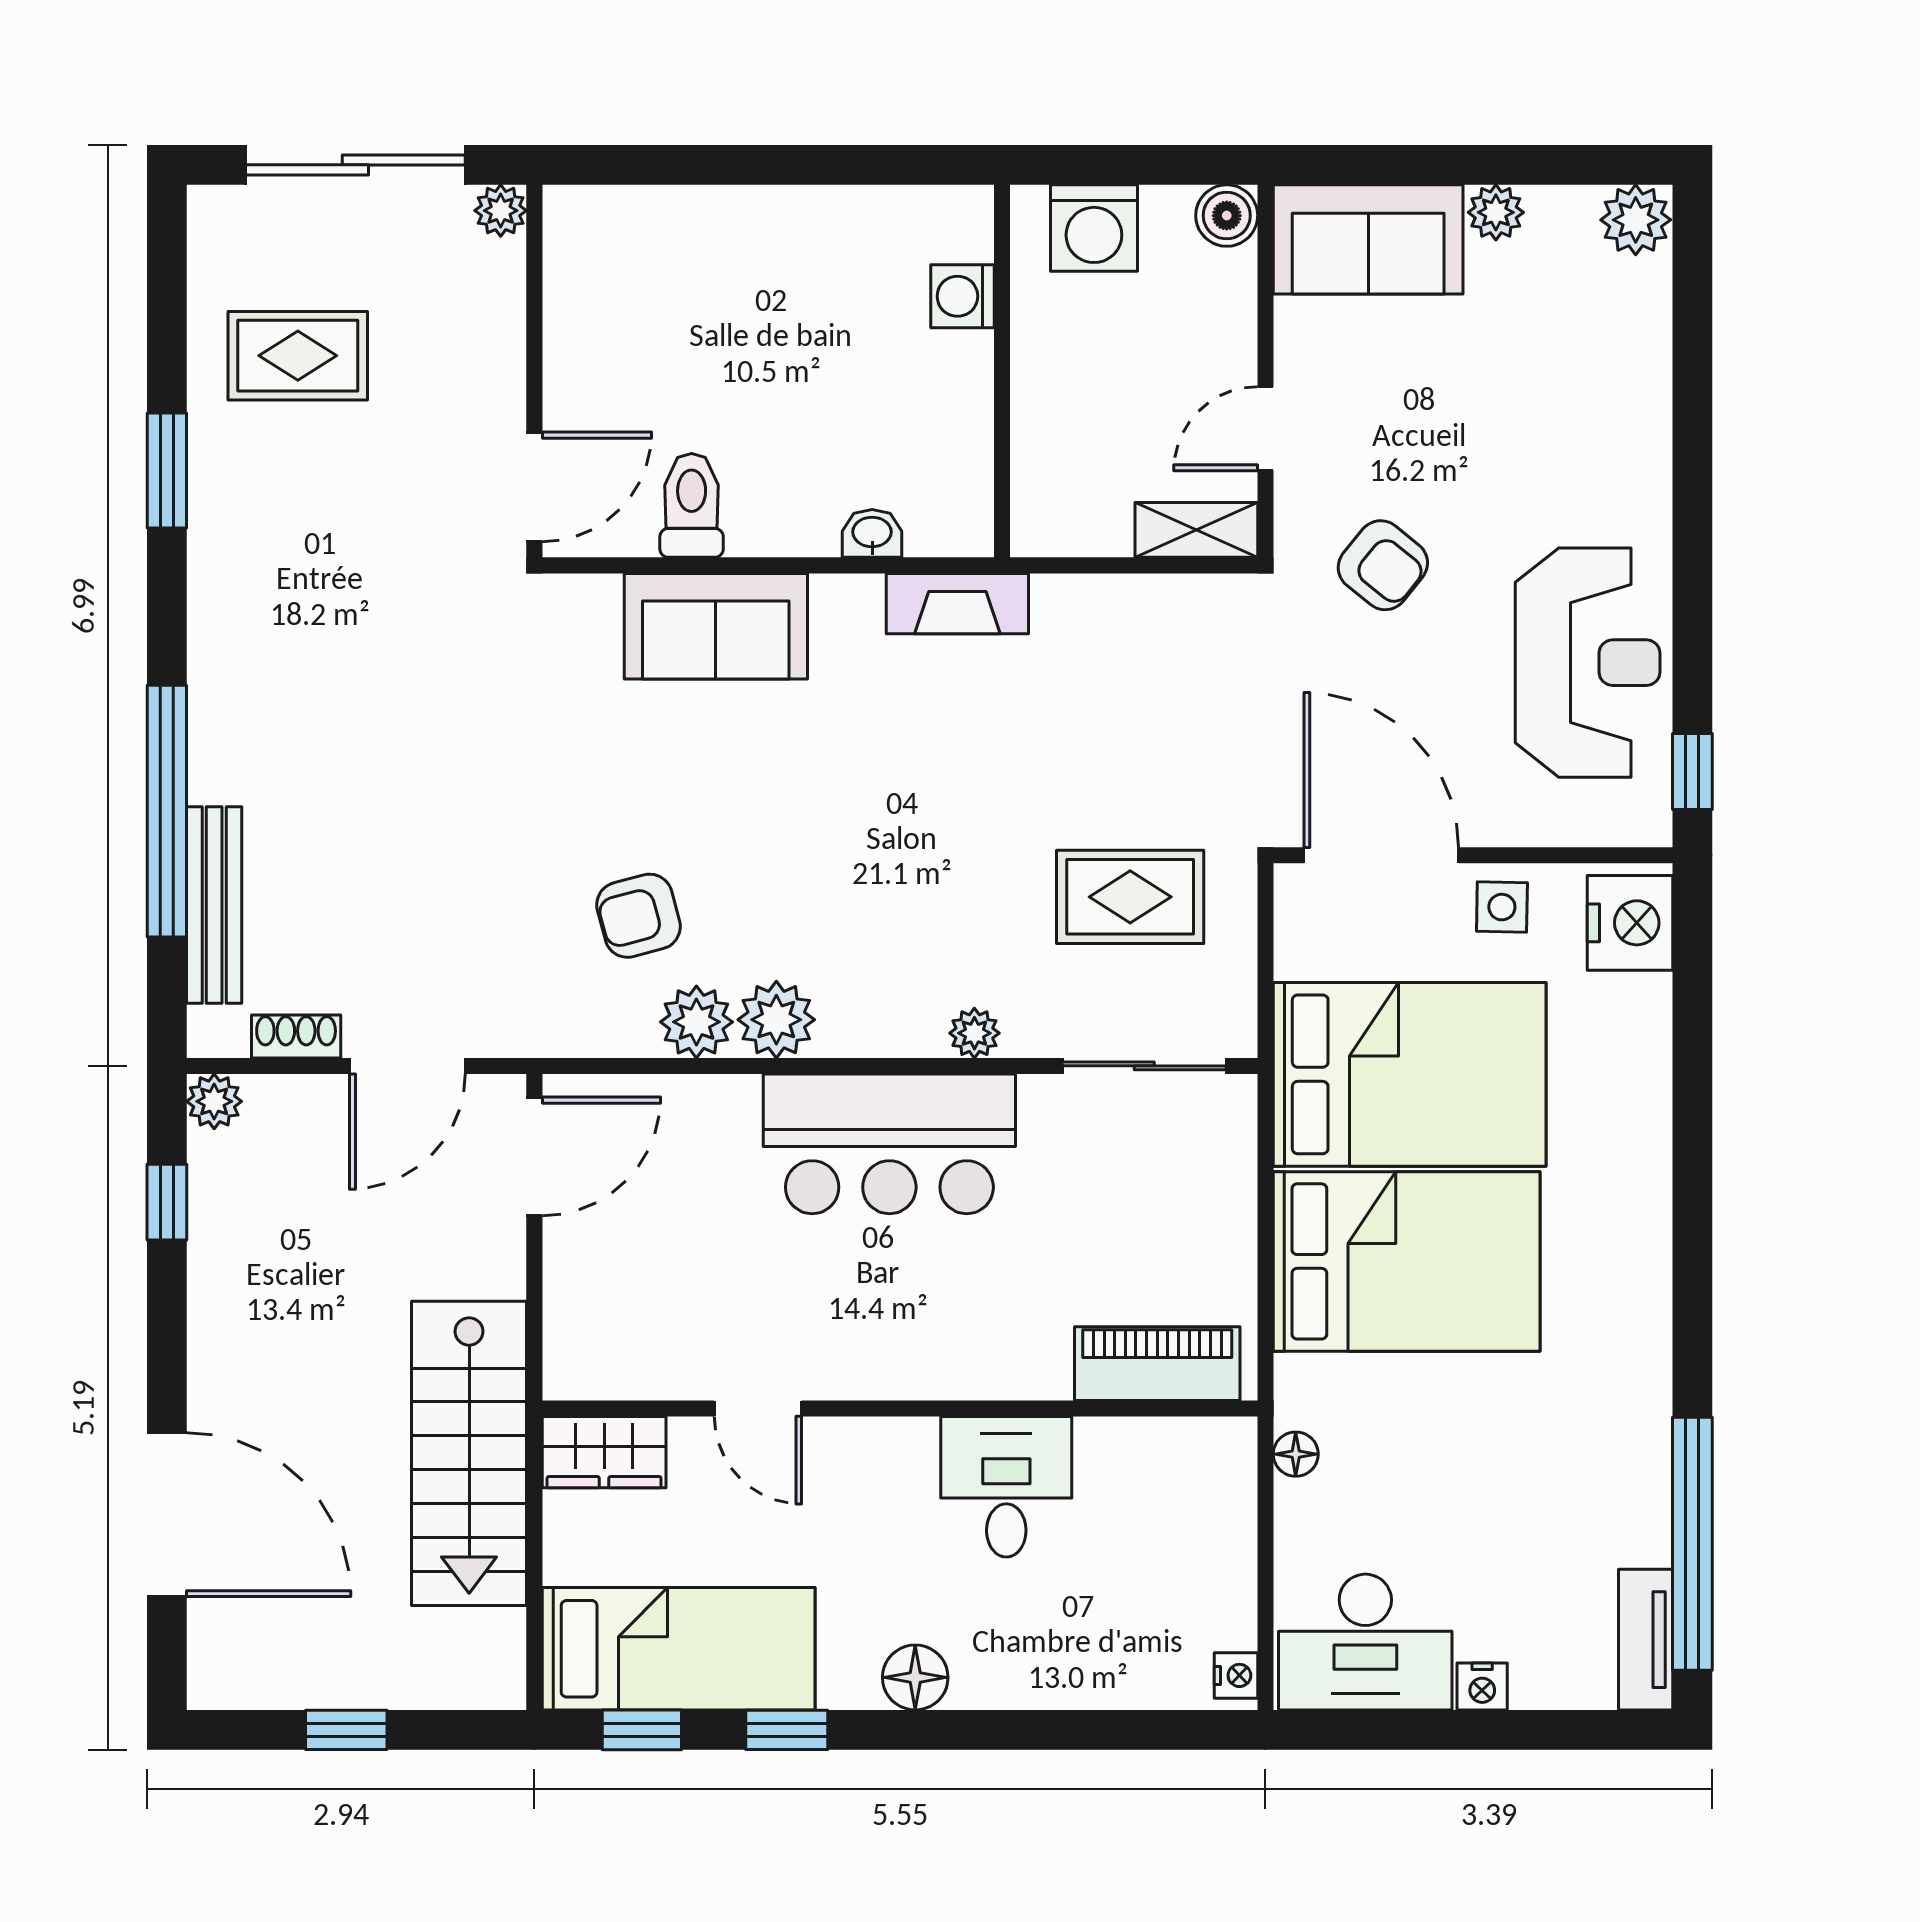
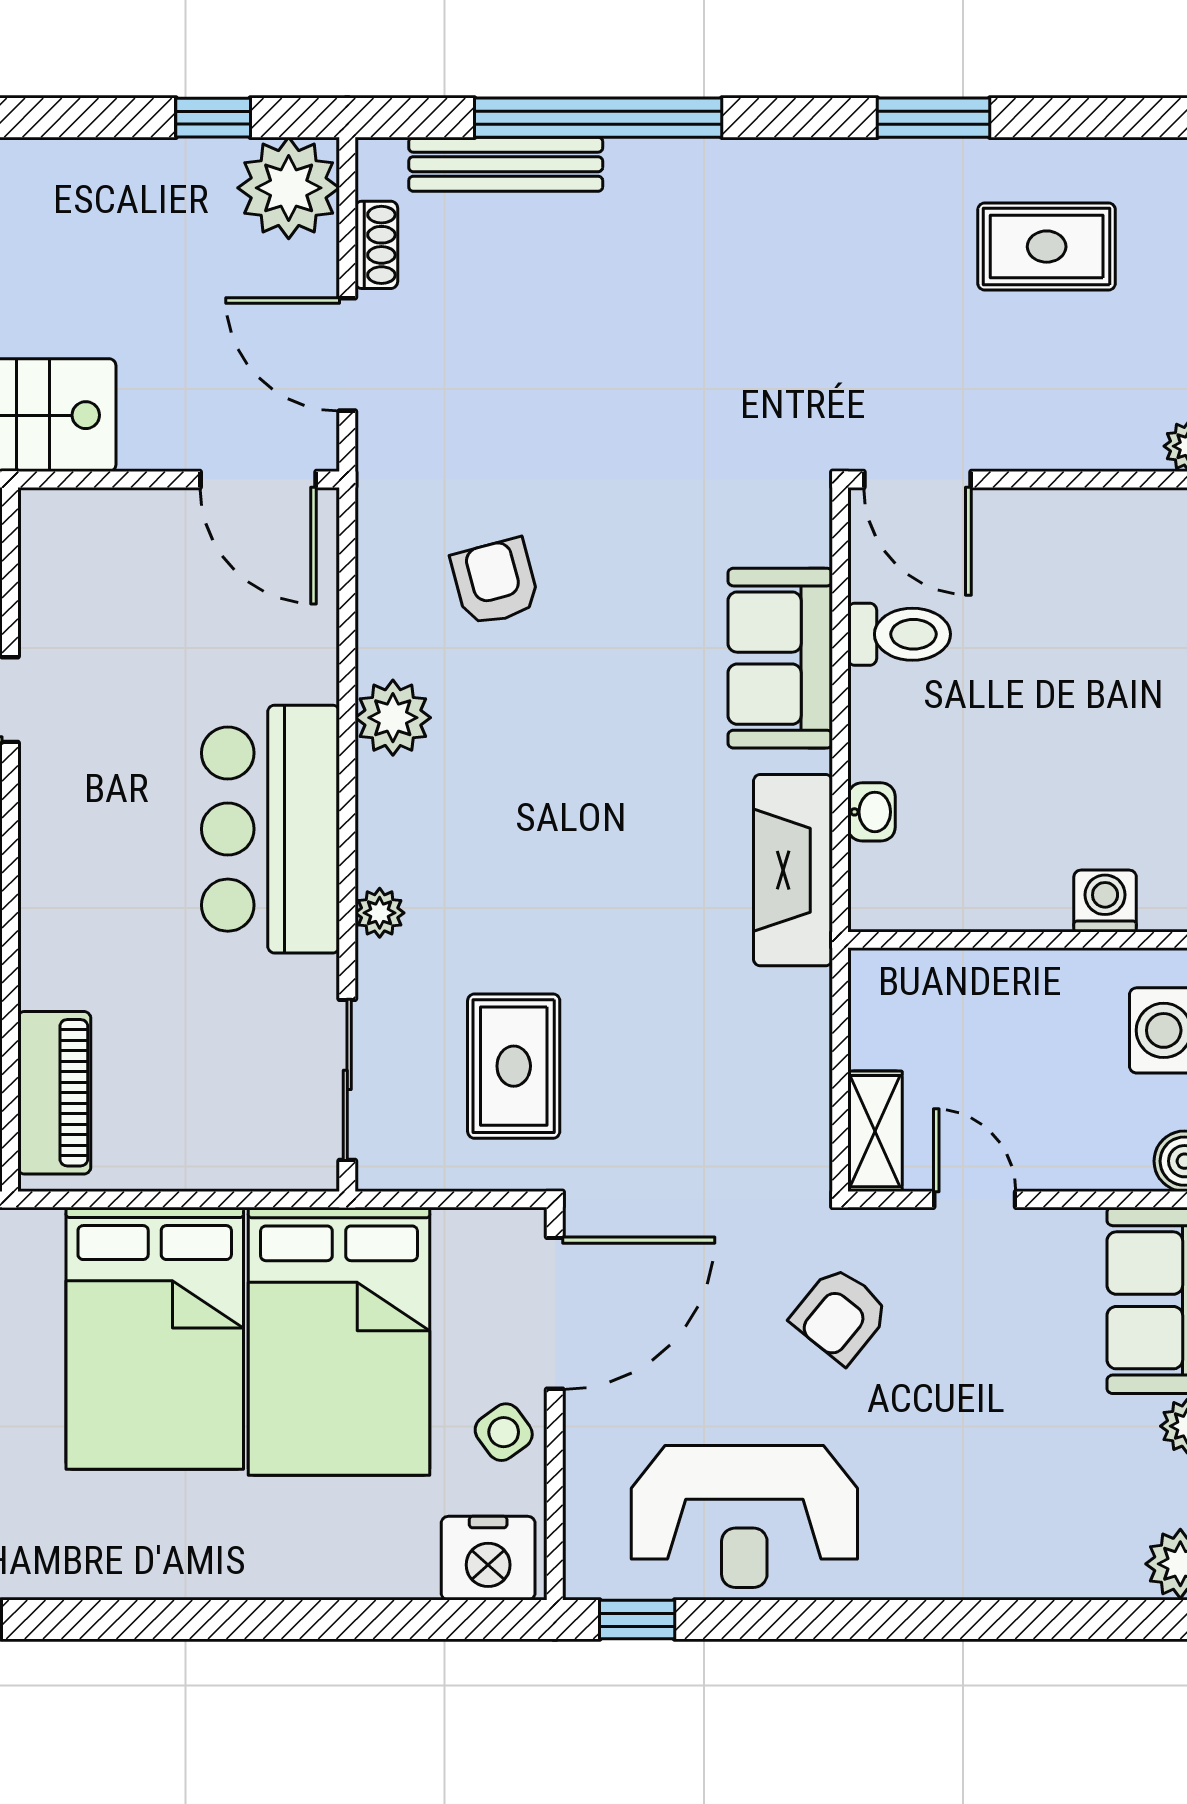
rug: (298, 356) -> (1047, 247), turned 90
fireplace: (957, 604) -> (793, 870), width x1.37, depth x1.32
side table: (1502, 907) -> (504, 1432), turned -37
plant: (696, 1022) -> (391, 639), removed
plant: (214, 1101) -> (289, 188), width x1.87, depth x1.87

